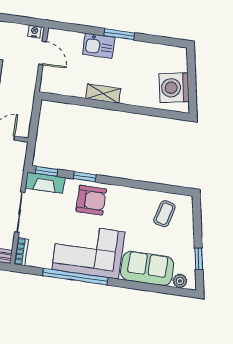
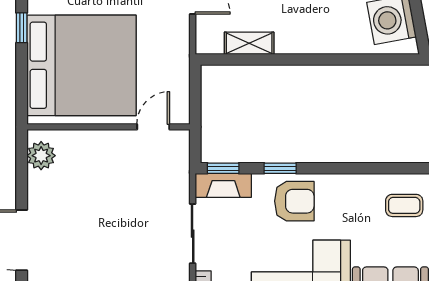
shelving: (103, 94) -> (249, 43), moved
coffee table: (165, 214) -> (404, 205), turned 75

